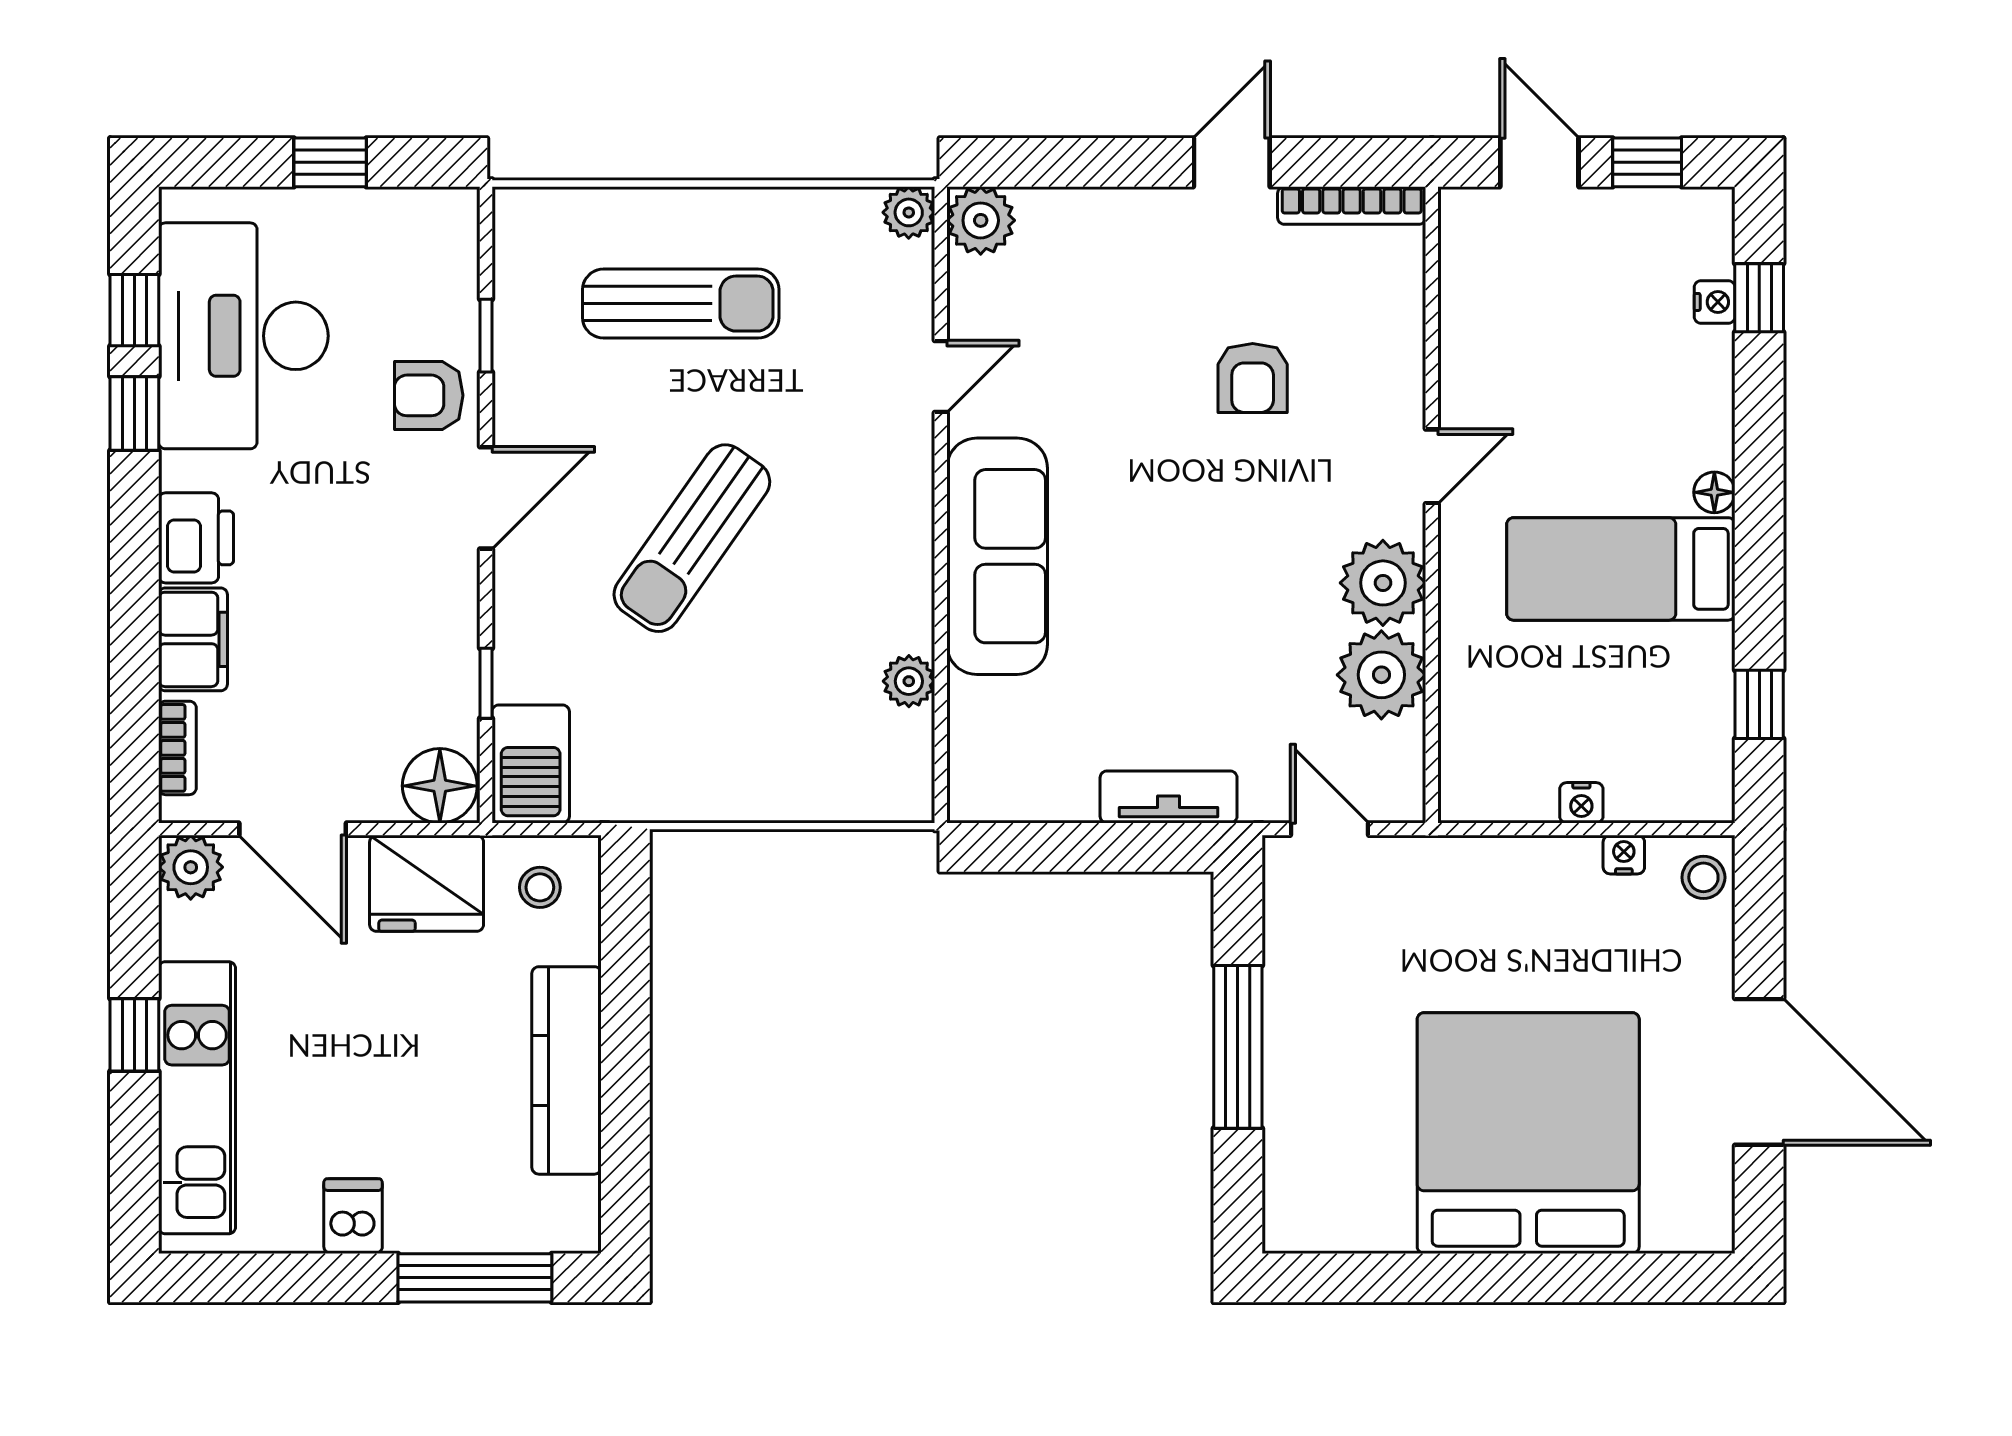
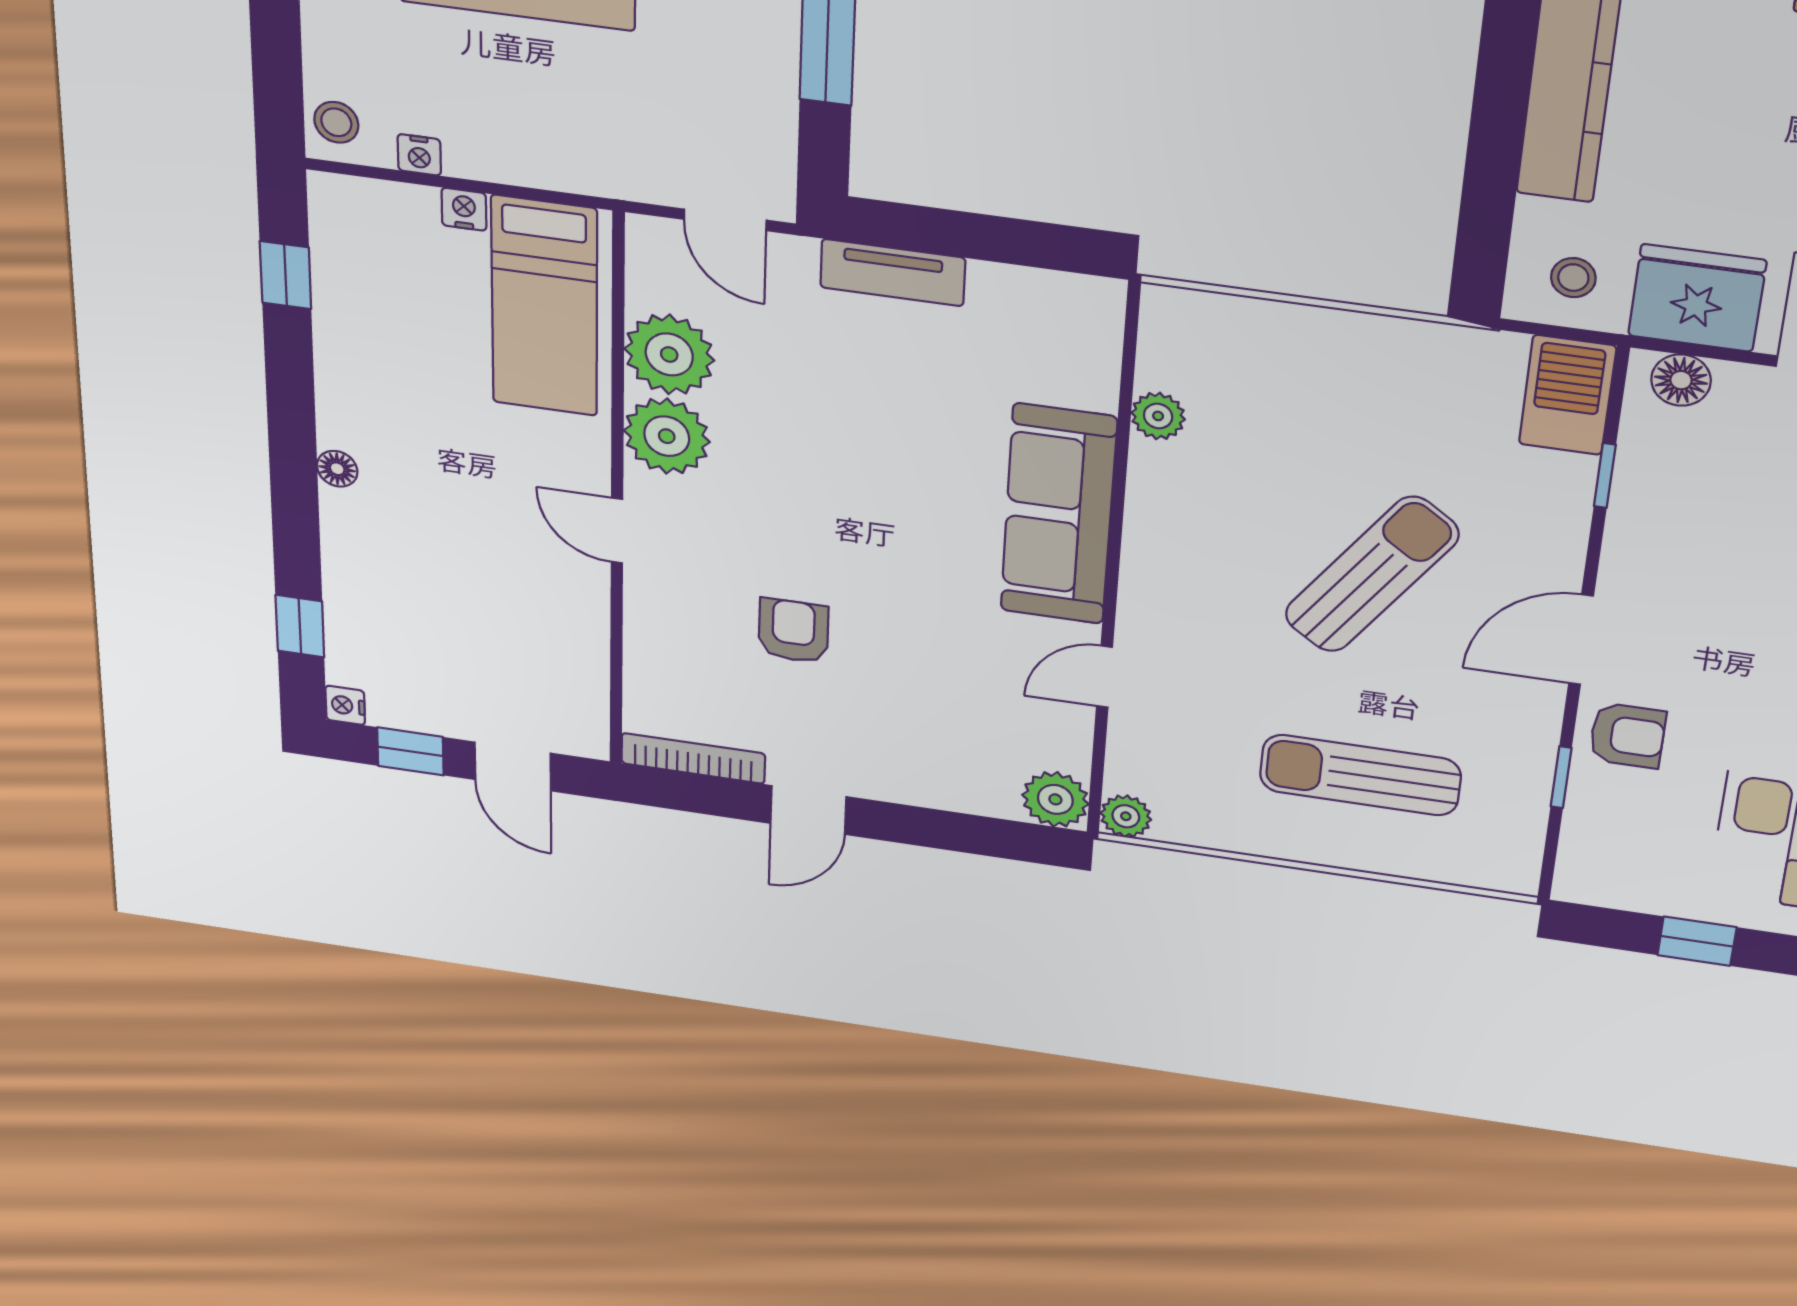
nightstand: (1715, 302) -> (345, 705), moved
door: (1432, 466) -> (617, 531), hinge flipped
bed: (1621, 569) -> (544, 306), moved, turned 90
floor lamp: (440, 786) -> (1681, 380), width x0.73, depth x0.73

